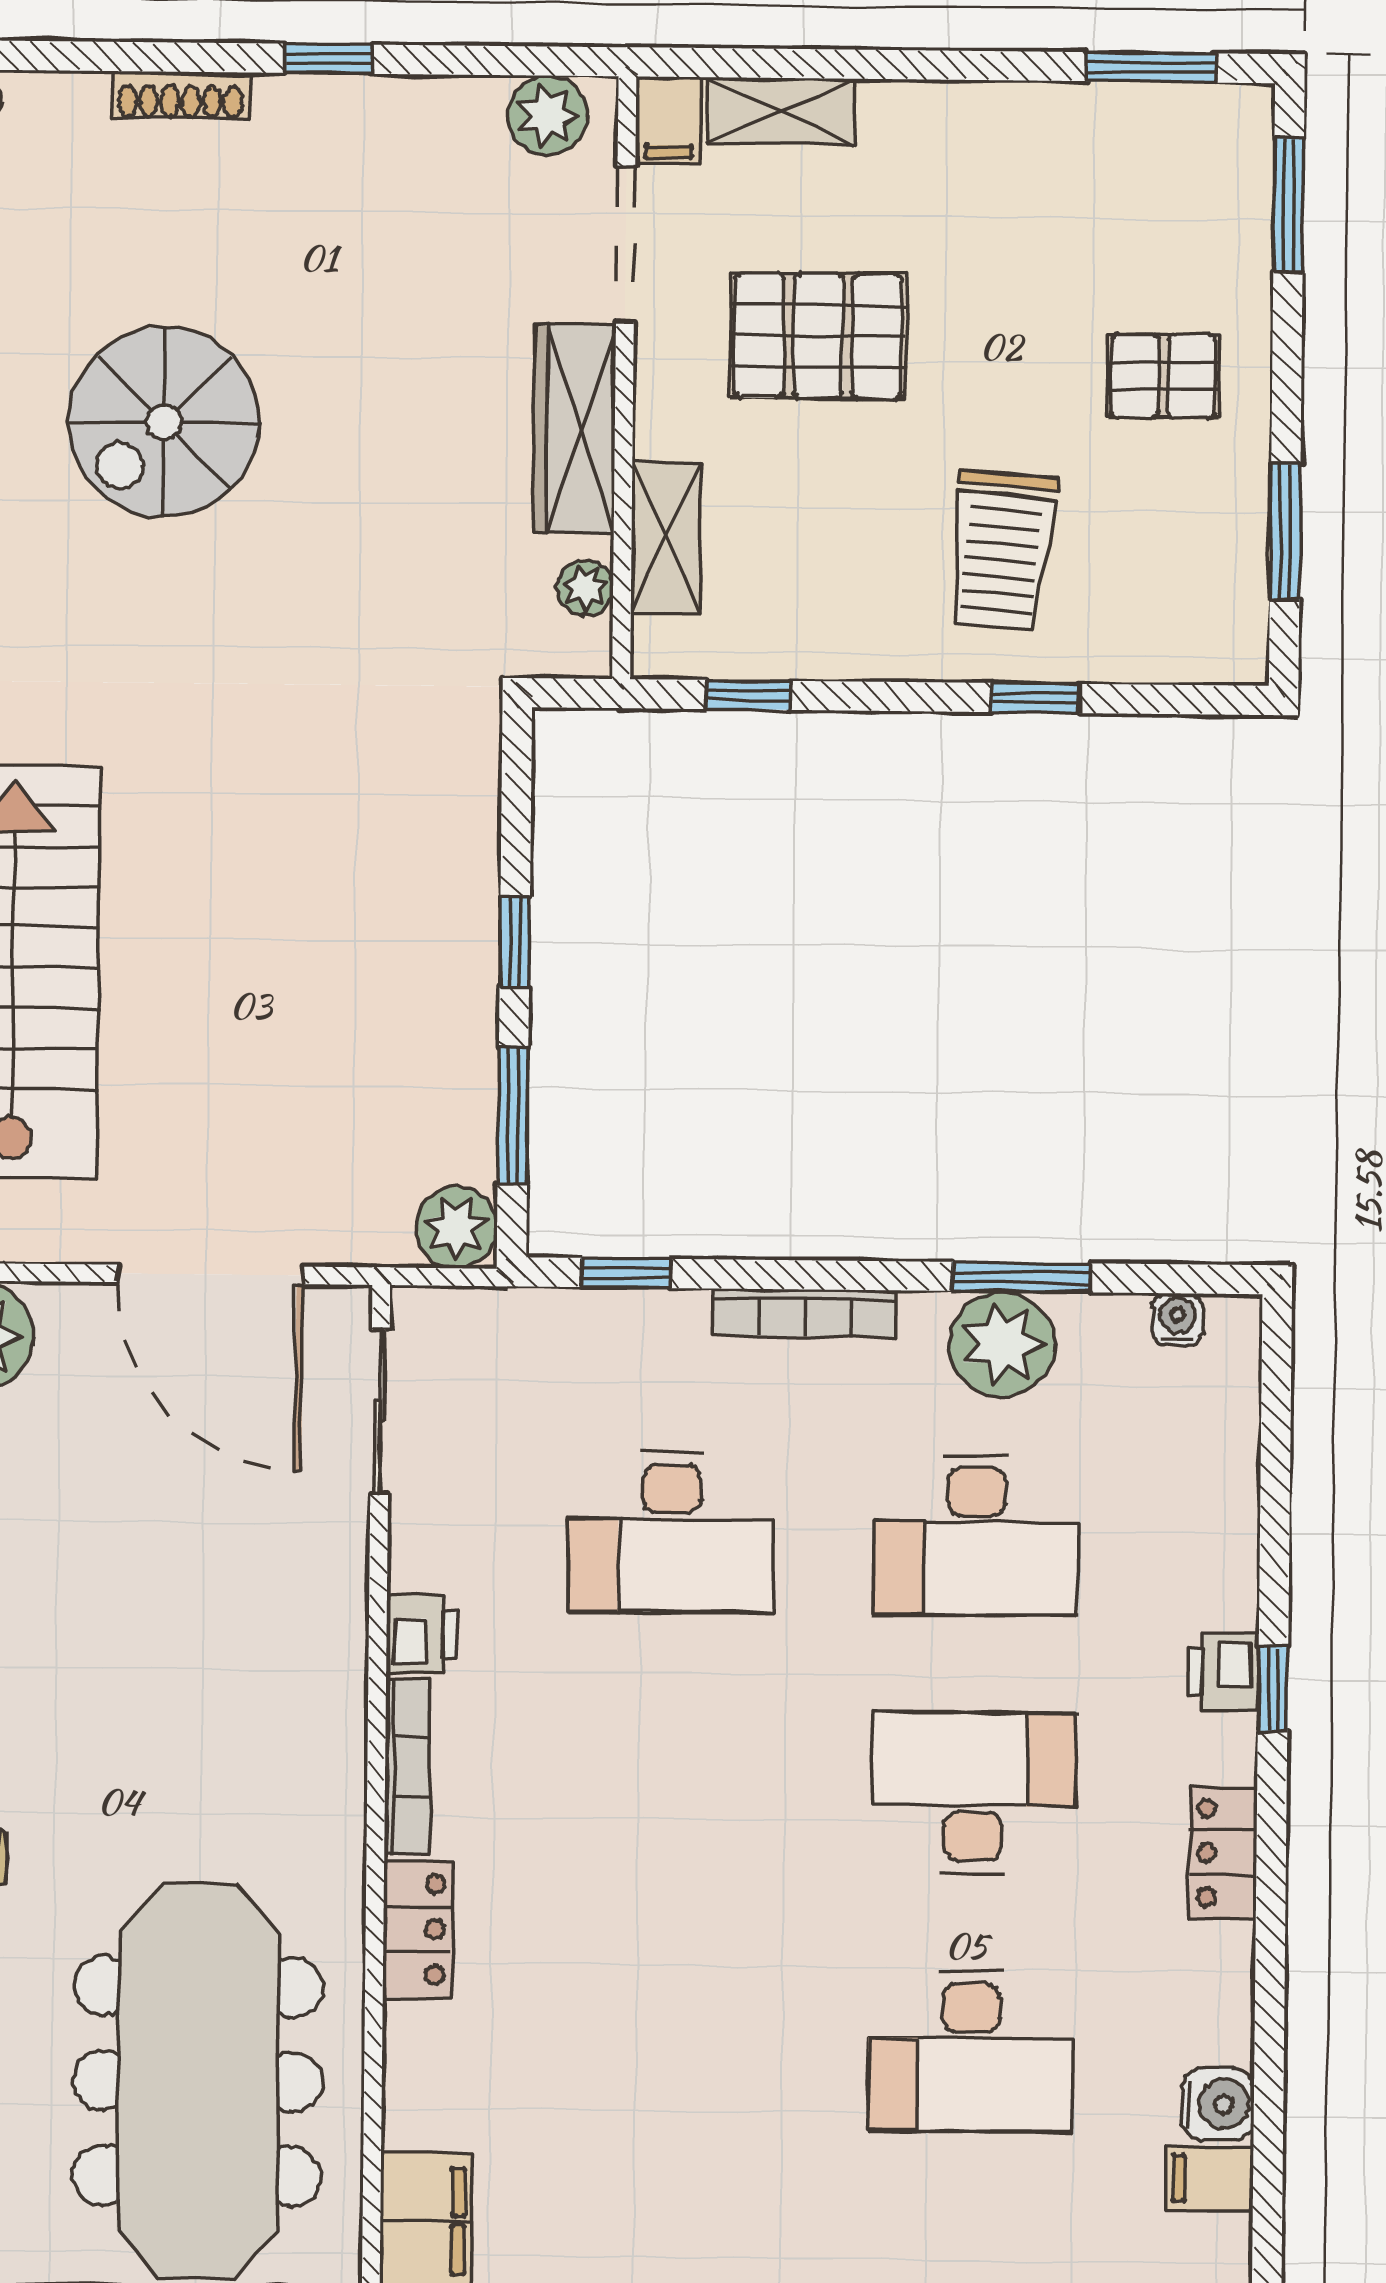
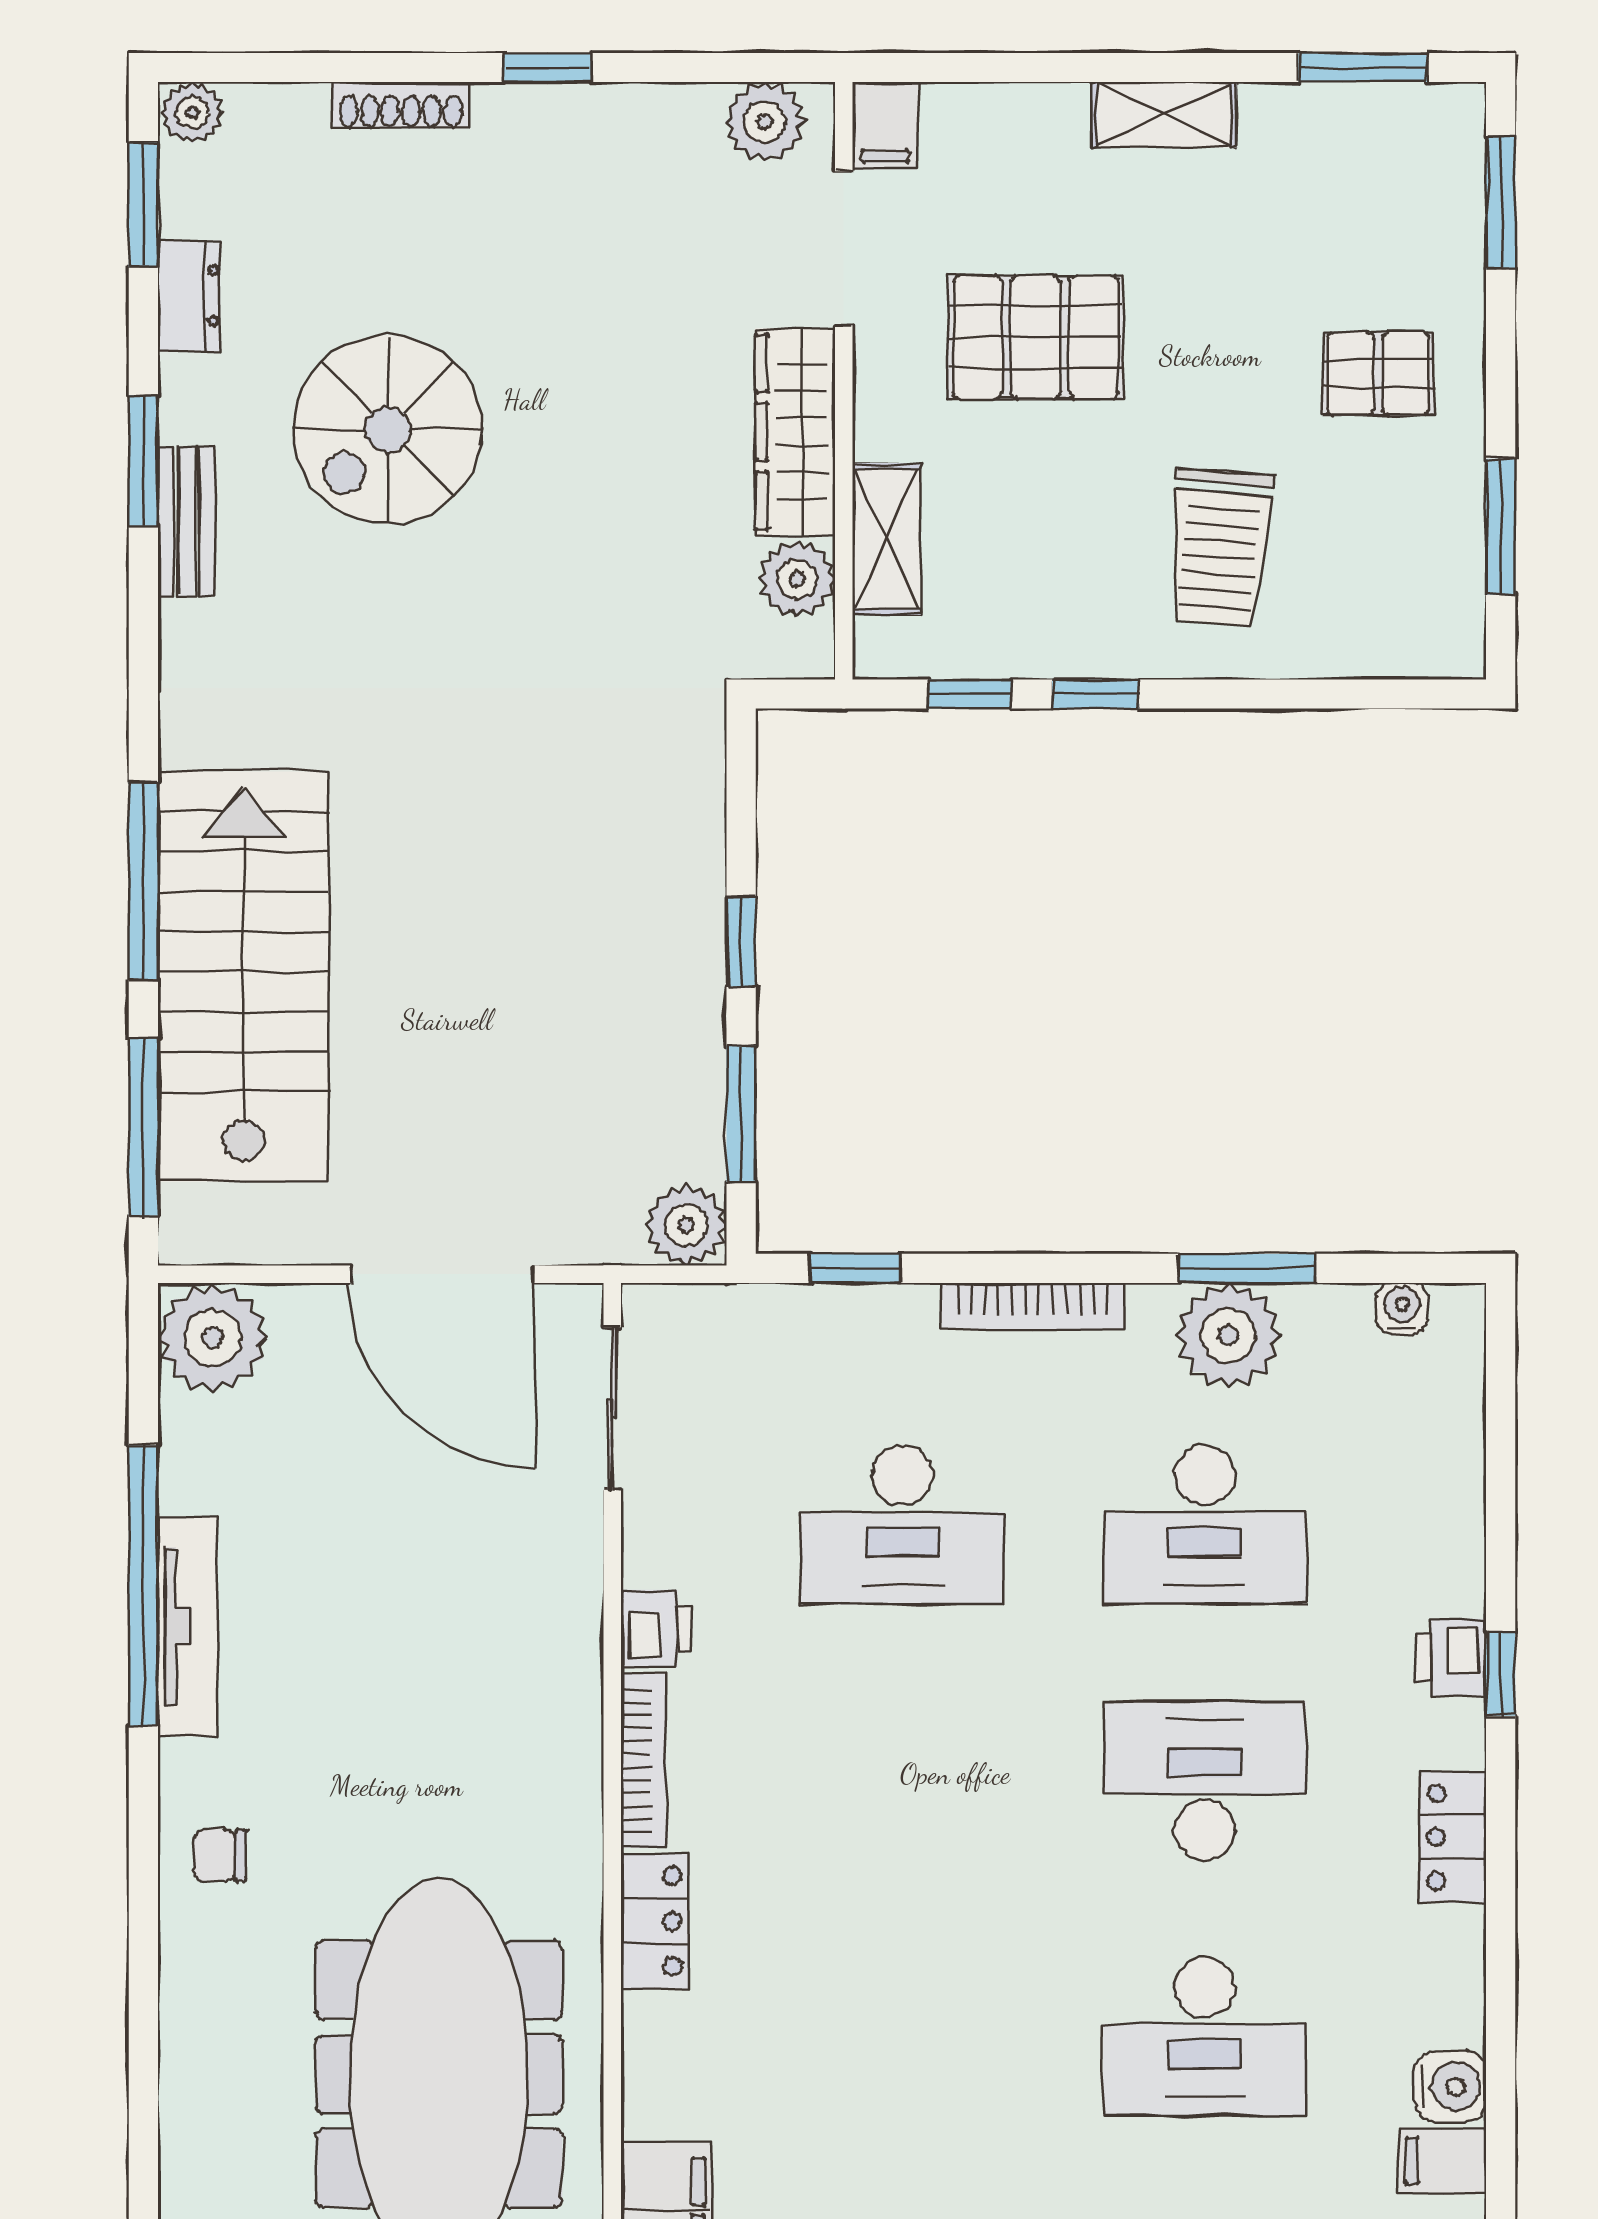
shelving: (781, 111) -> (1164, 115), moved
plant: (585, 588) -> (797, 579), width x1.38, depth x1.38
window: (1035, 698) -> (1095, 694), moved

